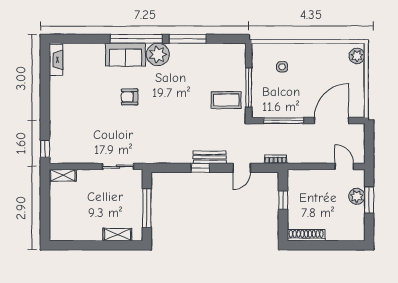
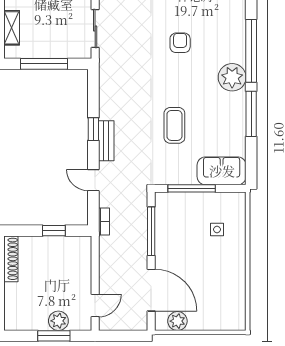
sofa: (125, 55) -> (222, 171), moved, turned 90
plant: (357, 56) -> (177, 321), moved
coffee table: (226, 100) -> (174, 125), moved

